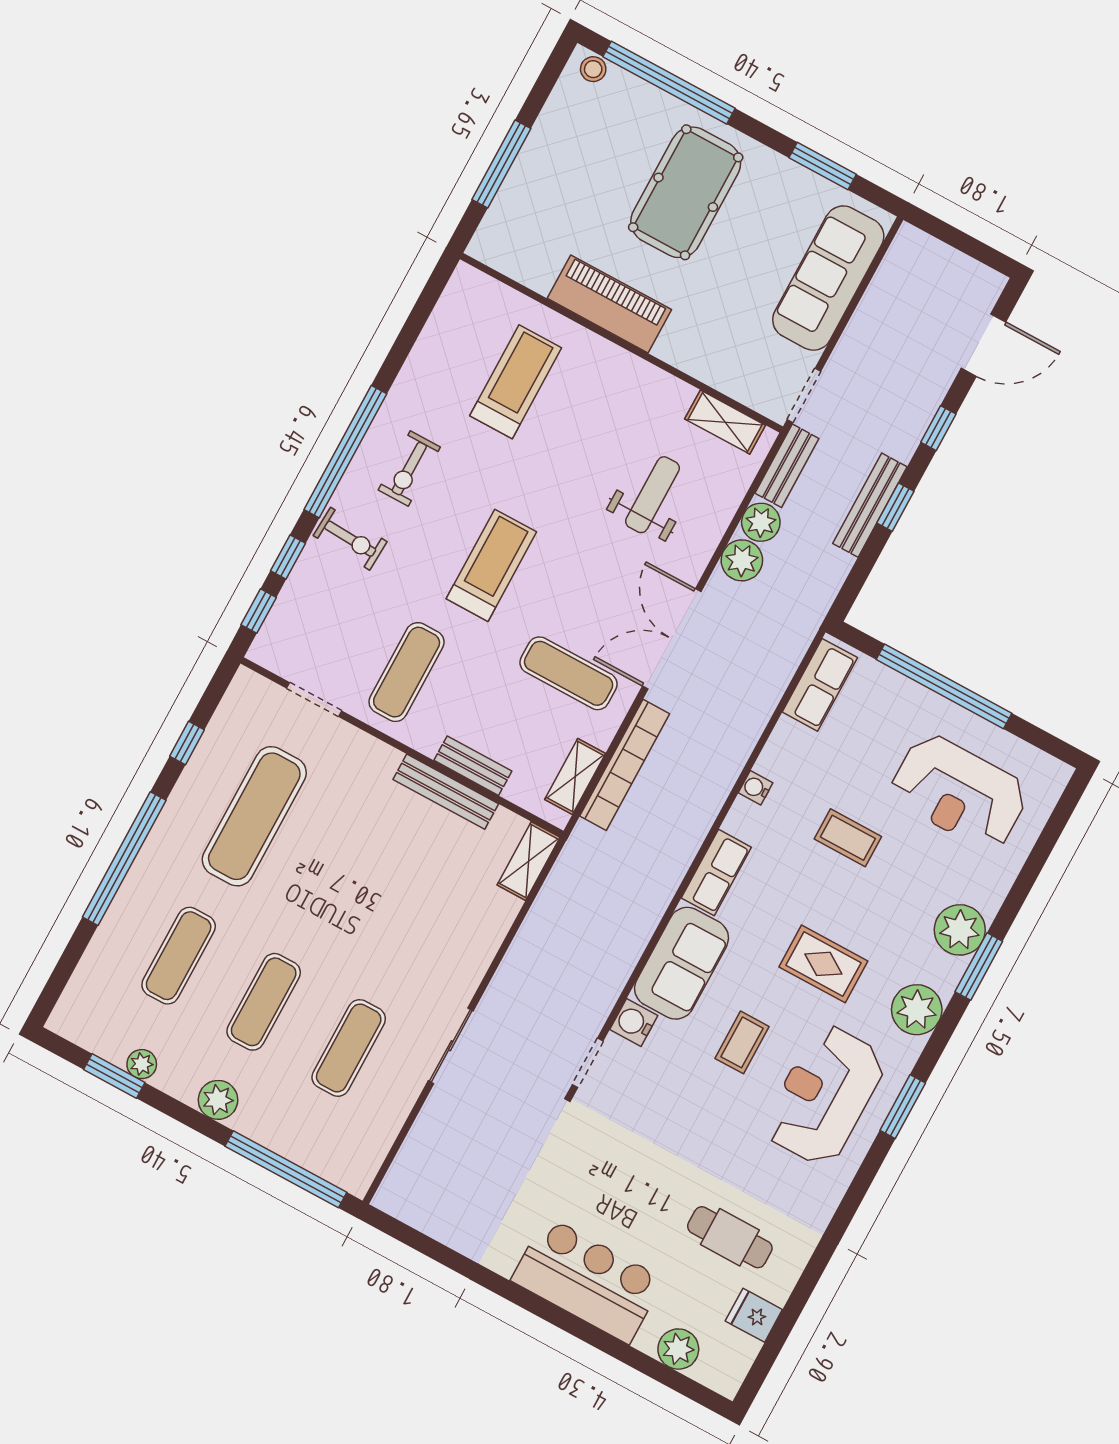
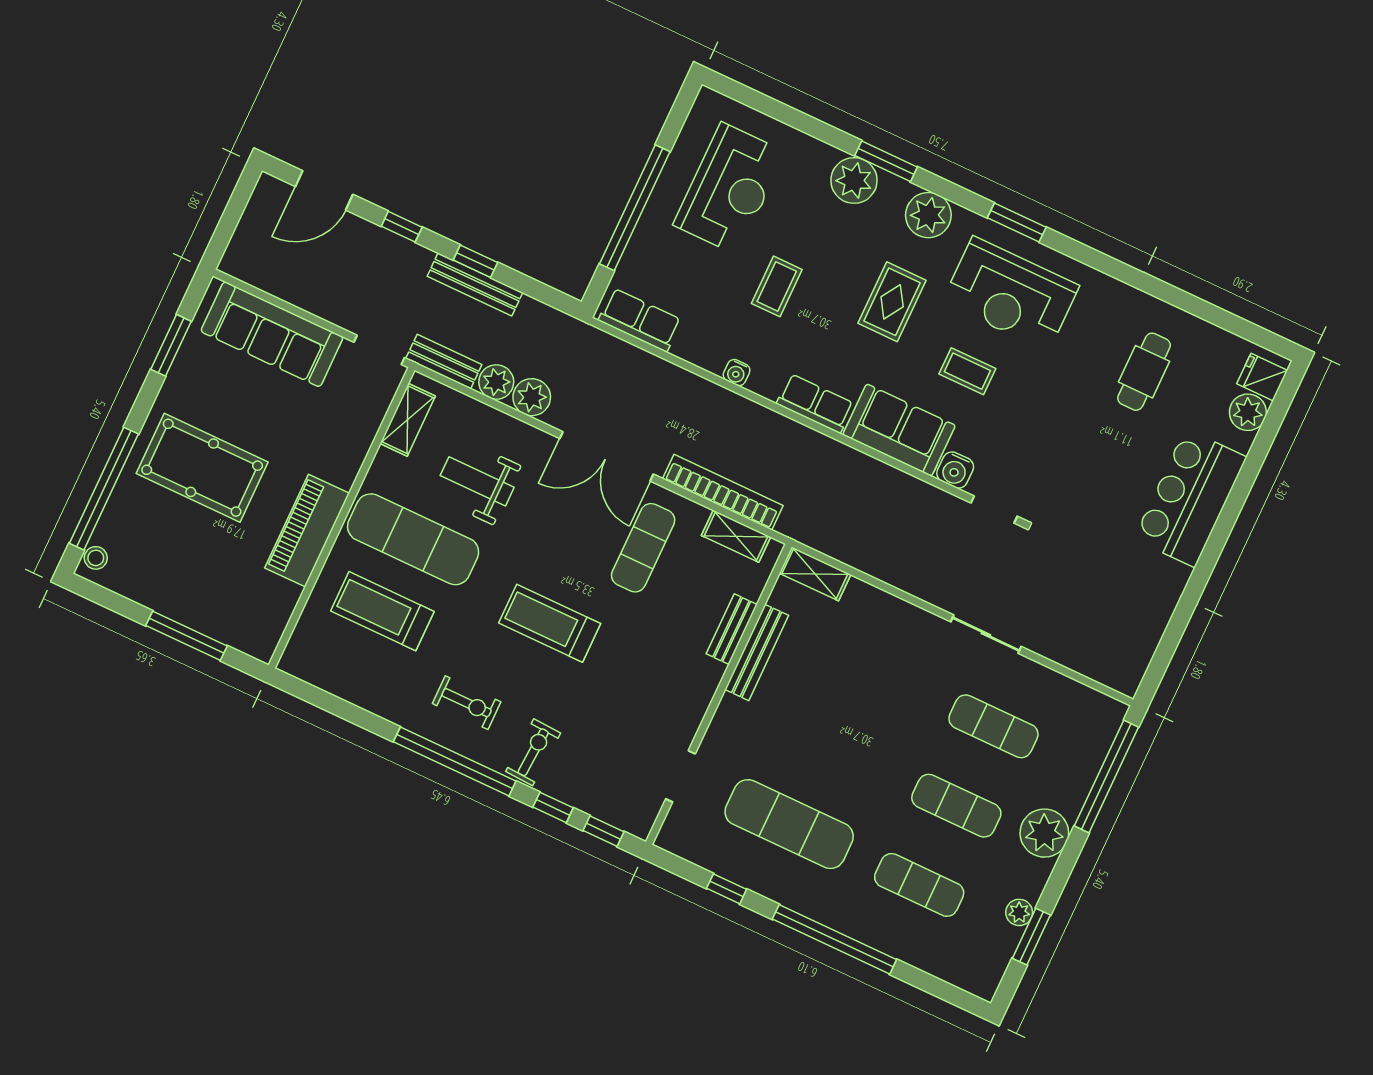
door: (983, 345) -> (324, 190), swing flipped
exercise mat: (407, 672) -> (413, 539), moved, width x1.36, depth x1.45
plant: (218, 1100) -> (1044, 833), width x1.36, depth x1.36
fridge: (754, 1315) -> (1262, 377), moved, turned 90

